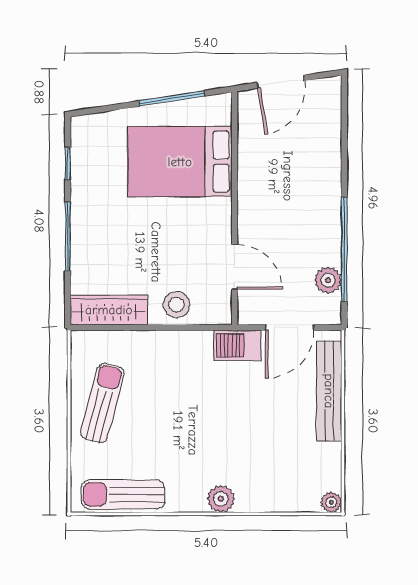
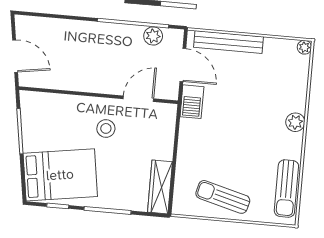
bed: (180, 162) -> (60, 175), moved, turned -99
stool: (177, 305) -> (106, 128), moved

